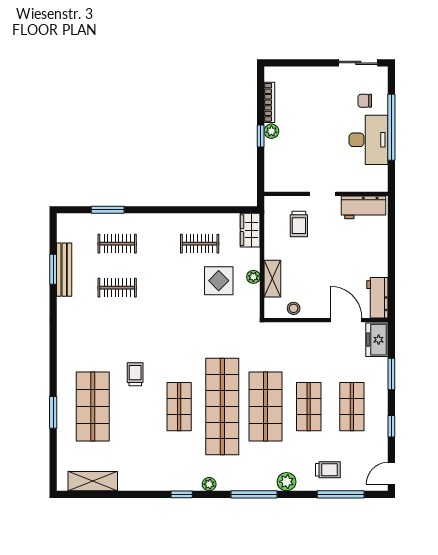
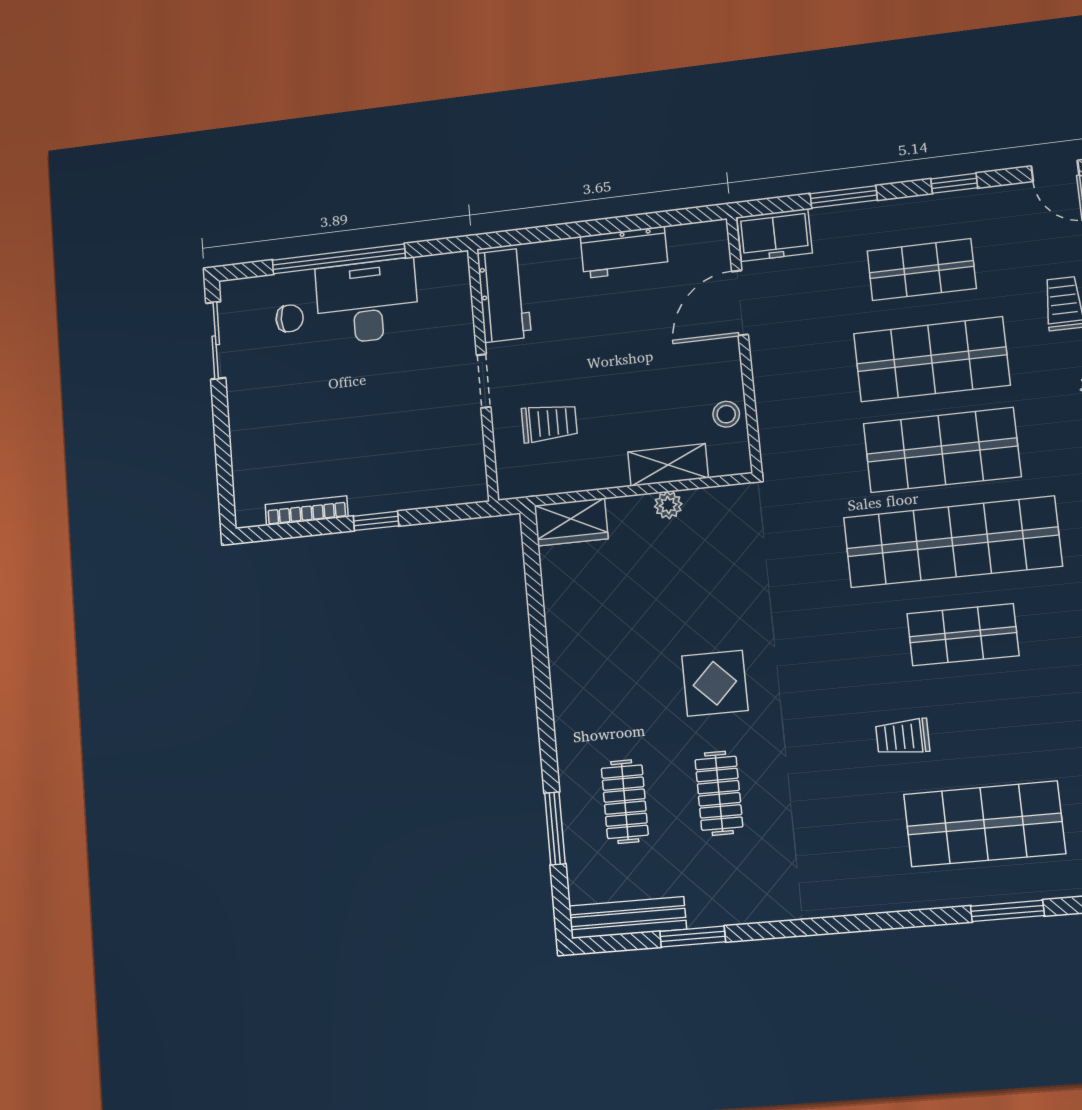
chair: (365, 101) -> (290, 318), turned -90
plant: (271, 131) -> (365, 500), removed
clothes rail: (200, 244) -> (609, 625), removed
bench: (64, 270) -> (628, 918), moved
display table: (219, 281) -> (715, 683), moved
workbench: (377, 298) -> (624, 252), moved
shop shelf: (309, 407) -> (932, 359), width x1.43, depth x1.36

